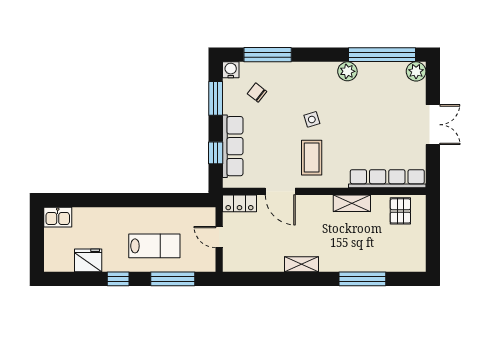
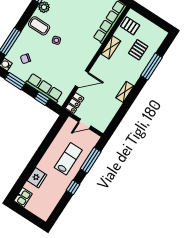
coffee table: (312, 158) -> (39, 26), moved
pallet: (374, 245) -> (138, 50), added
fridge: (88, 260) -> (37, 178), moved, turned 180

